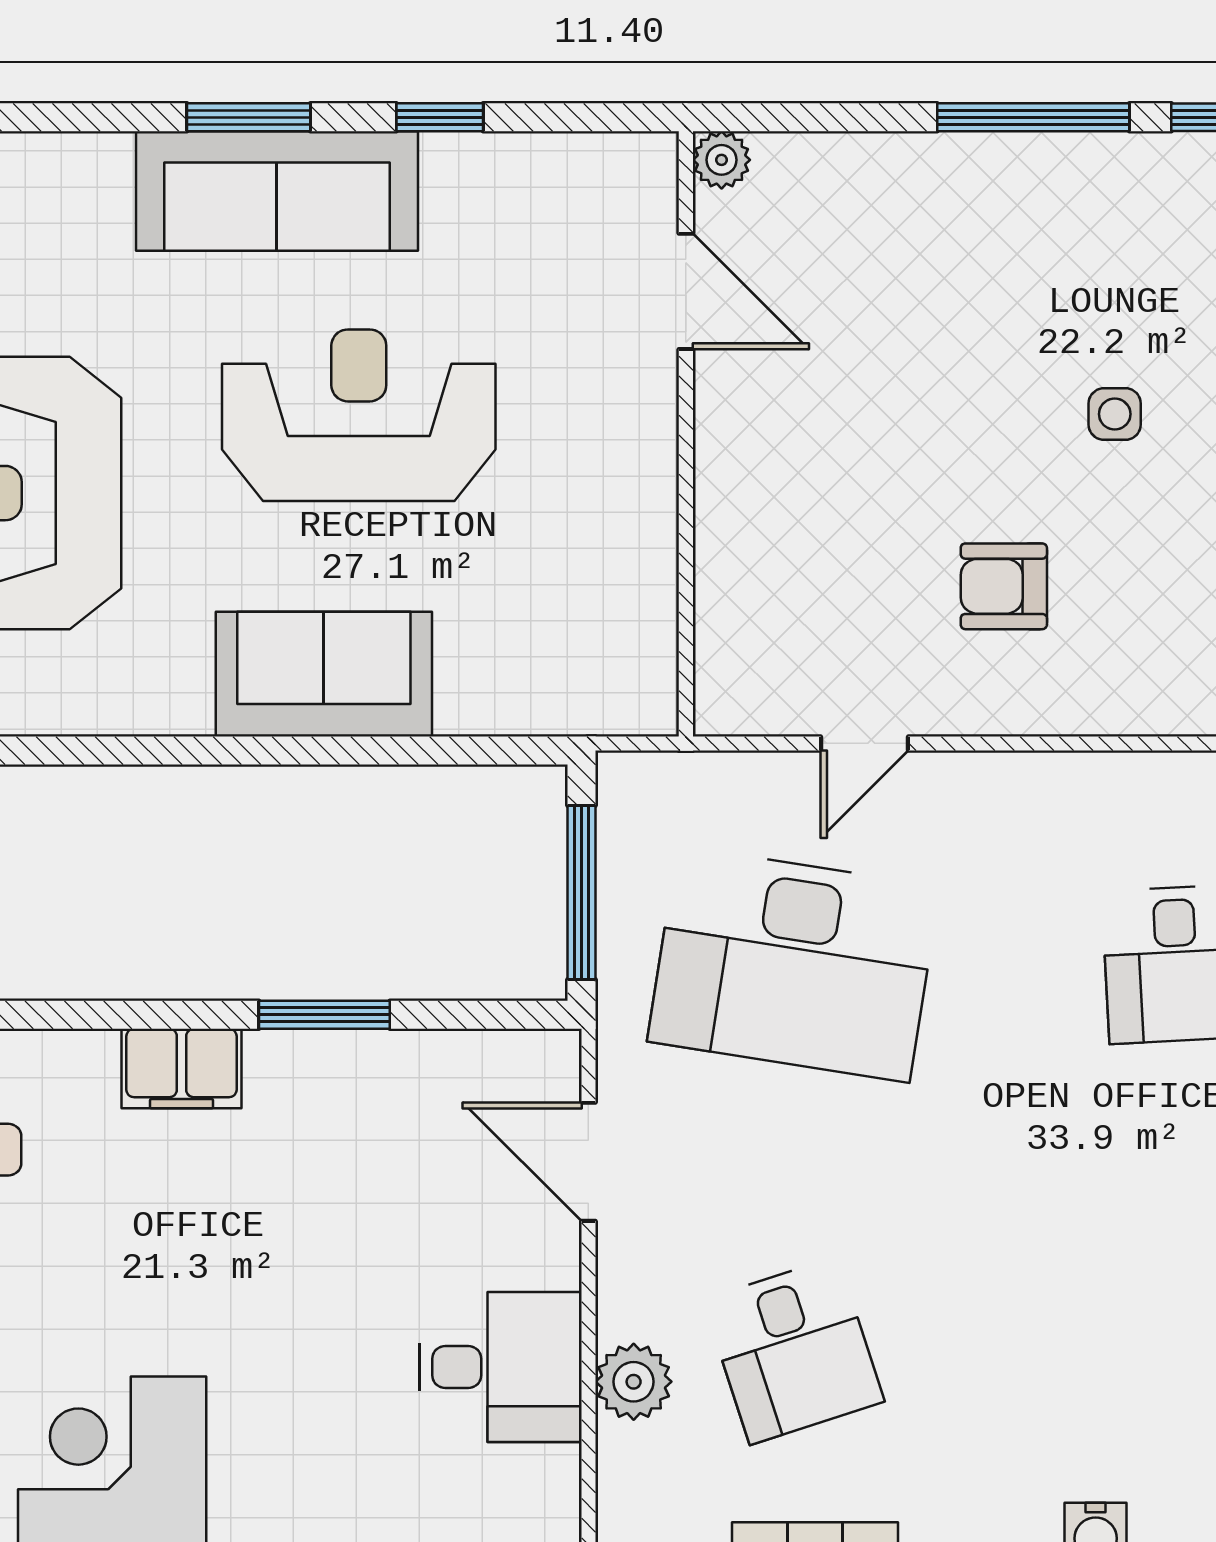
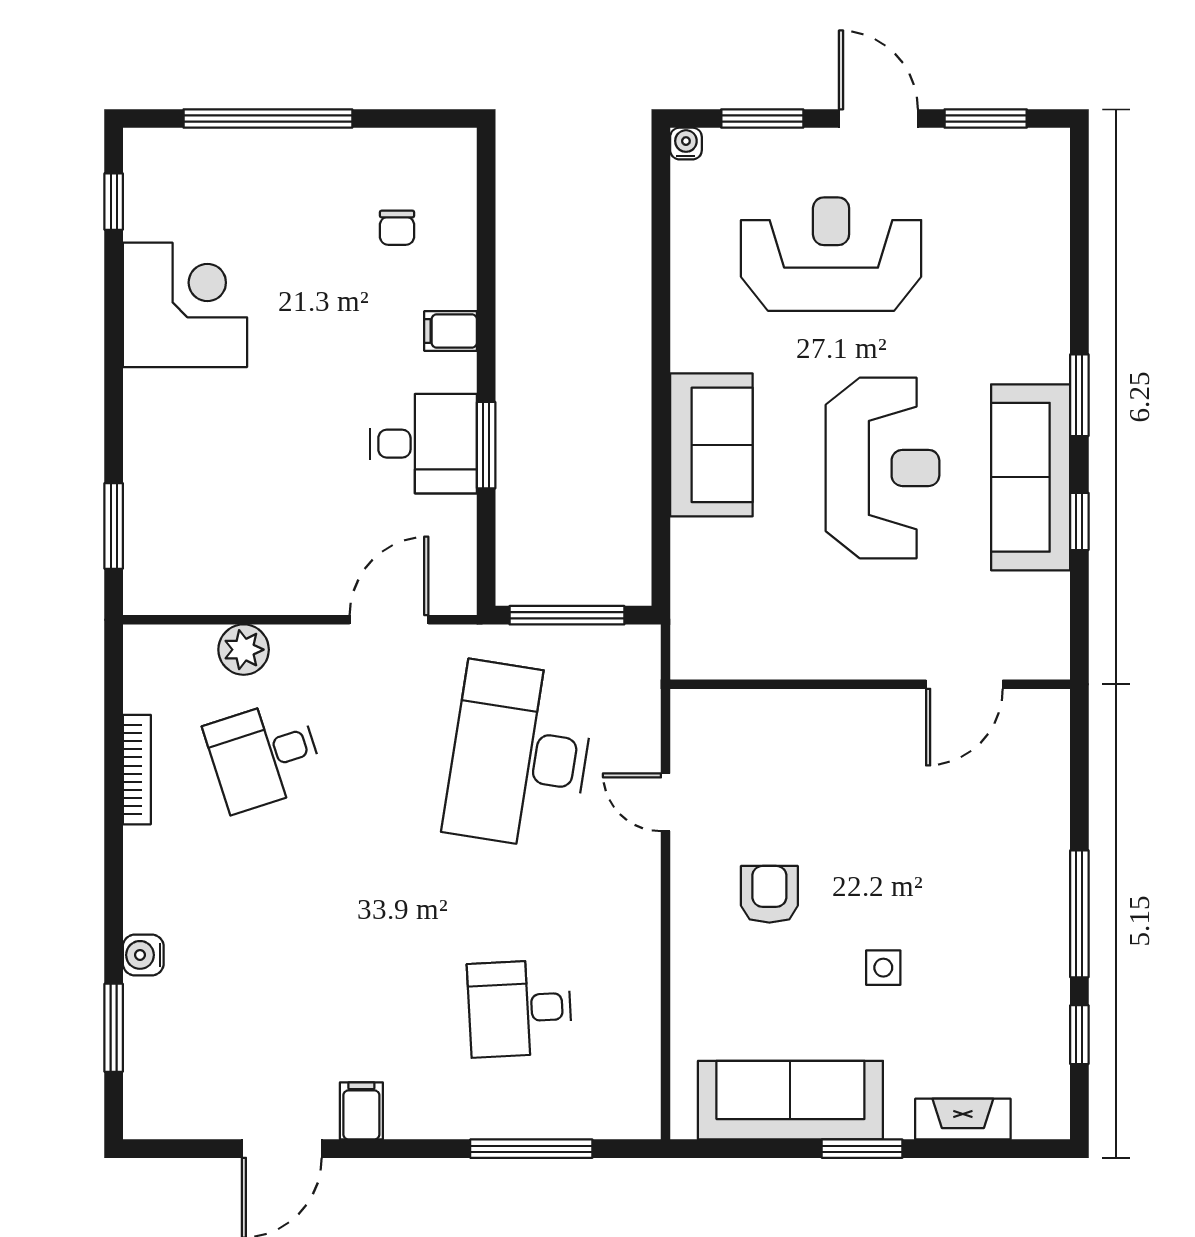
plant: (722, 160) -> (1051, 708), removed
sofa: (277, 191) -> (1031, 477), moved
filing cabinet: (182, 1069) -> (451, 331), width x0.50
desk: (501, 1367) -> (423, 444), moved, turned -90

